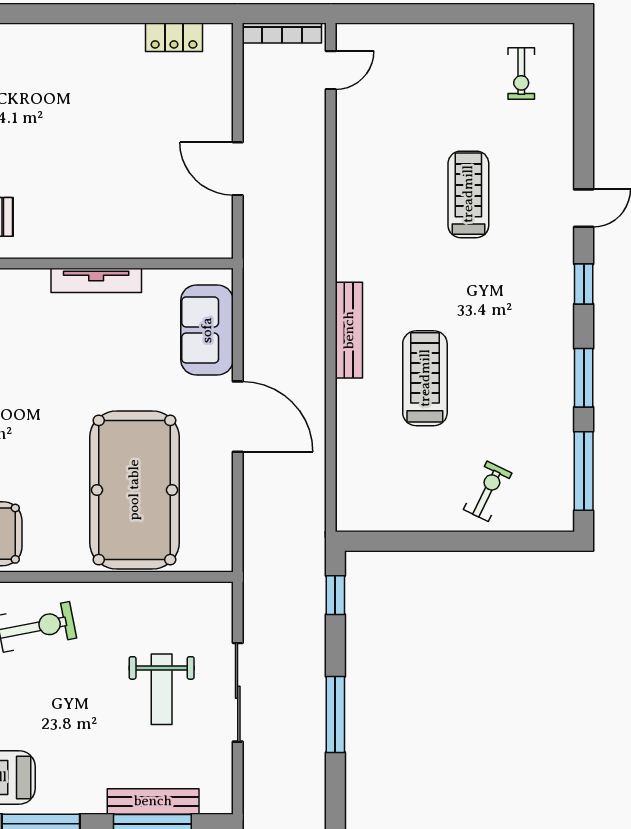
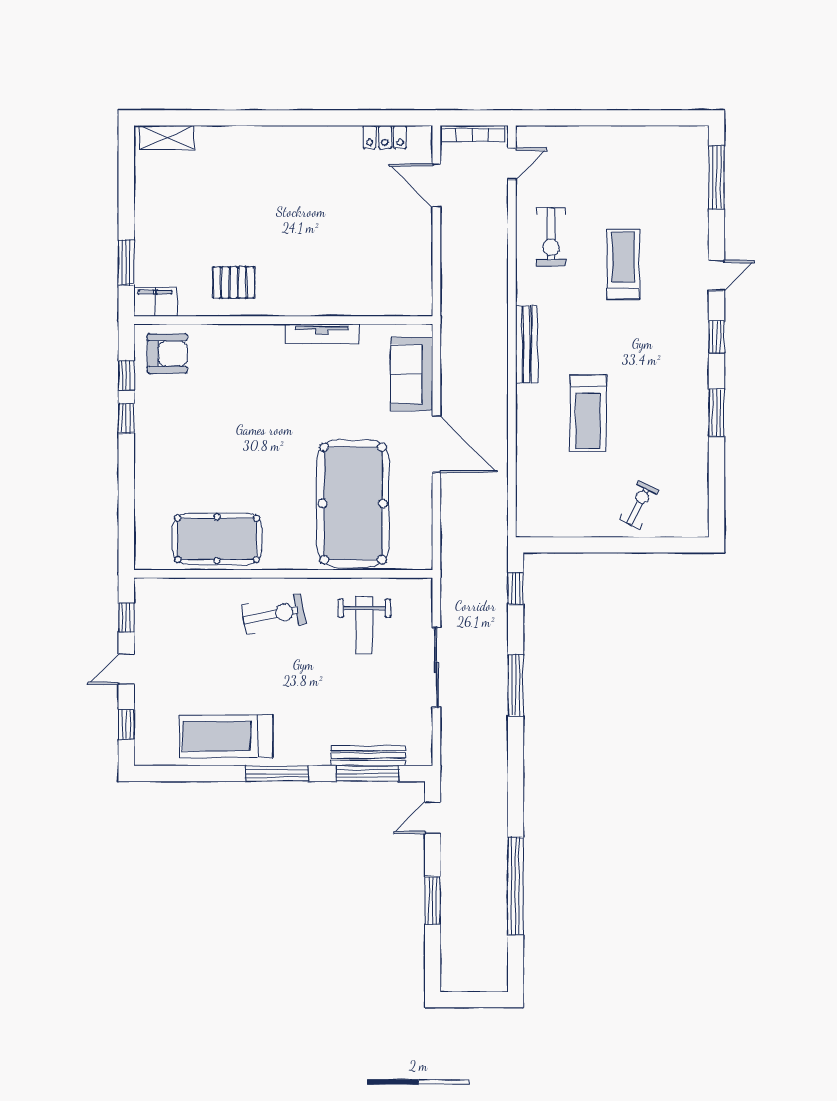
exercise bike: (521, 74) -> (551, 237), moved, width x1.38, depth x1.39
door: (238, 169) -> (436, 185), moved
bench: (349, 330) -> (526, 344), moved
treadmill: (425, 378) -> (588, 413), turned 180
window: (584, 471) -> (717, 177), moved
weight bench: (162, 689) -> (364, 625), moved

